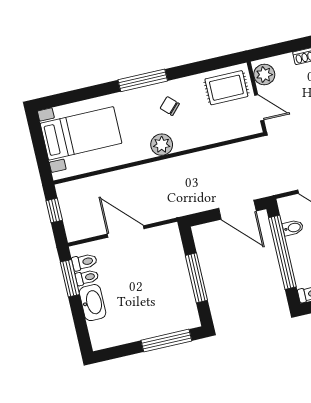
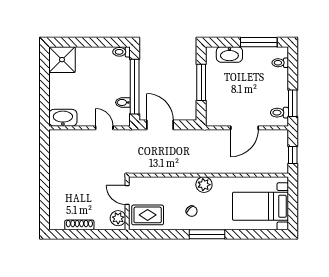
door: (126, 231) -> (244, 128), hinge flipped
toilet: (87, 277) -> (280, 63), moved
washbasin: (93, 303) -> (229, 54), moved, turned -90
window: (166, 341) -> (259, 42), moved

